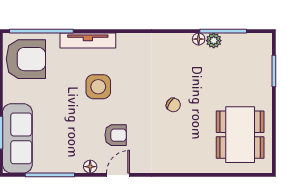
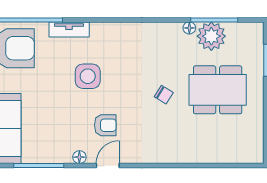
tv unit: (88, 40) -> (69, 29), width x0.71
plant: (214, 41) -> (211, 36), width x1.88, depth x1.88
dining table: (240, 135) -> (218, 90), moved, turned 90

